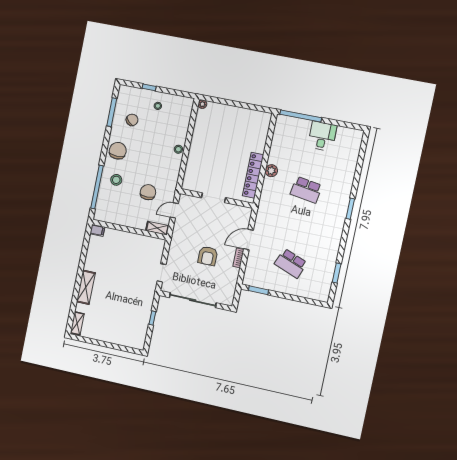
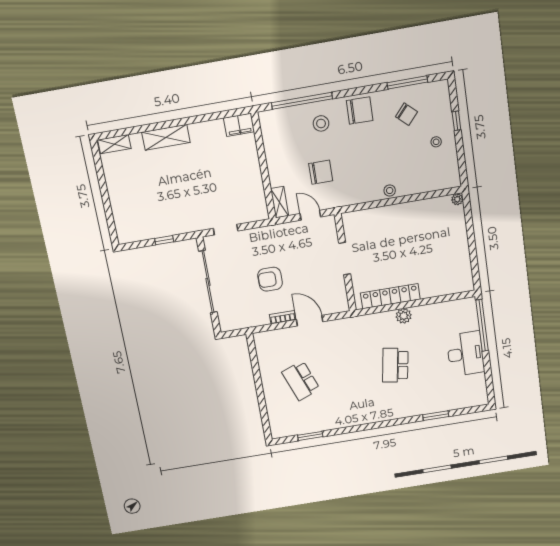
desk: (322, 136) -> (465, 354), width x1.37
window: (350, 209) -> (436, 416), moved
filing cabinet: (97, 230) -> (239, 125), width x2.00
school desk: (291, 263) -> (301, 381), turned -42
window: (259, 290) -> (253, 356), removed

